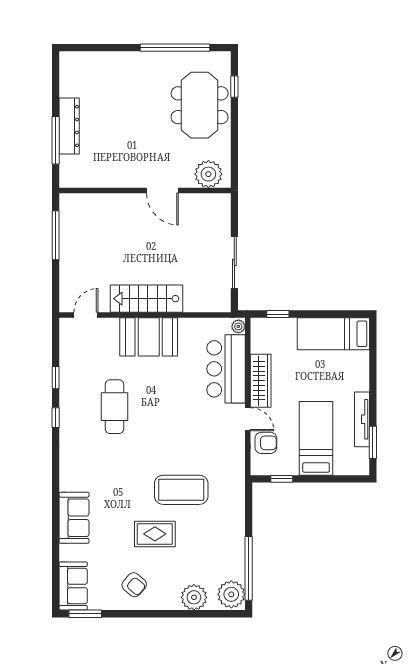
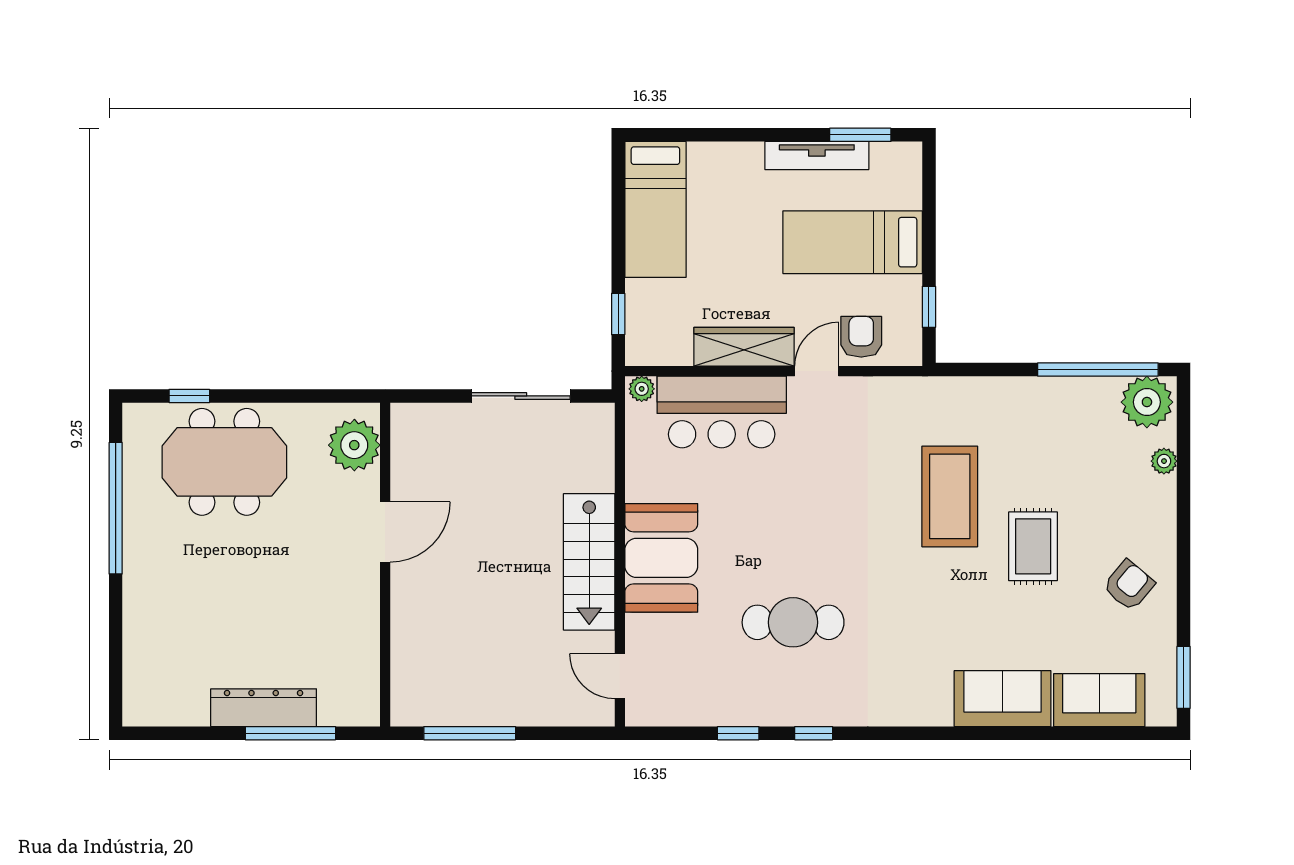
sofa: (73, 586) -> (1099, 700), moved
plant: (194, 597) -> (1164, 461), width x0.53, depth x0.53

